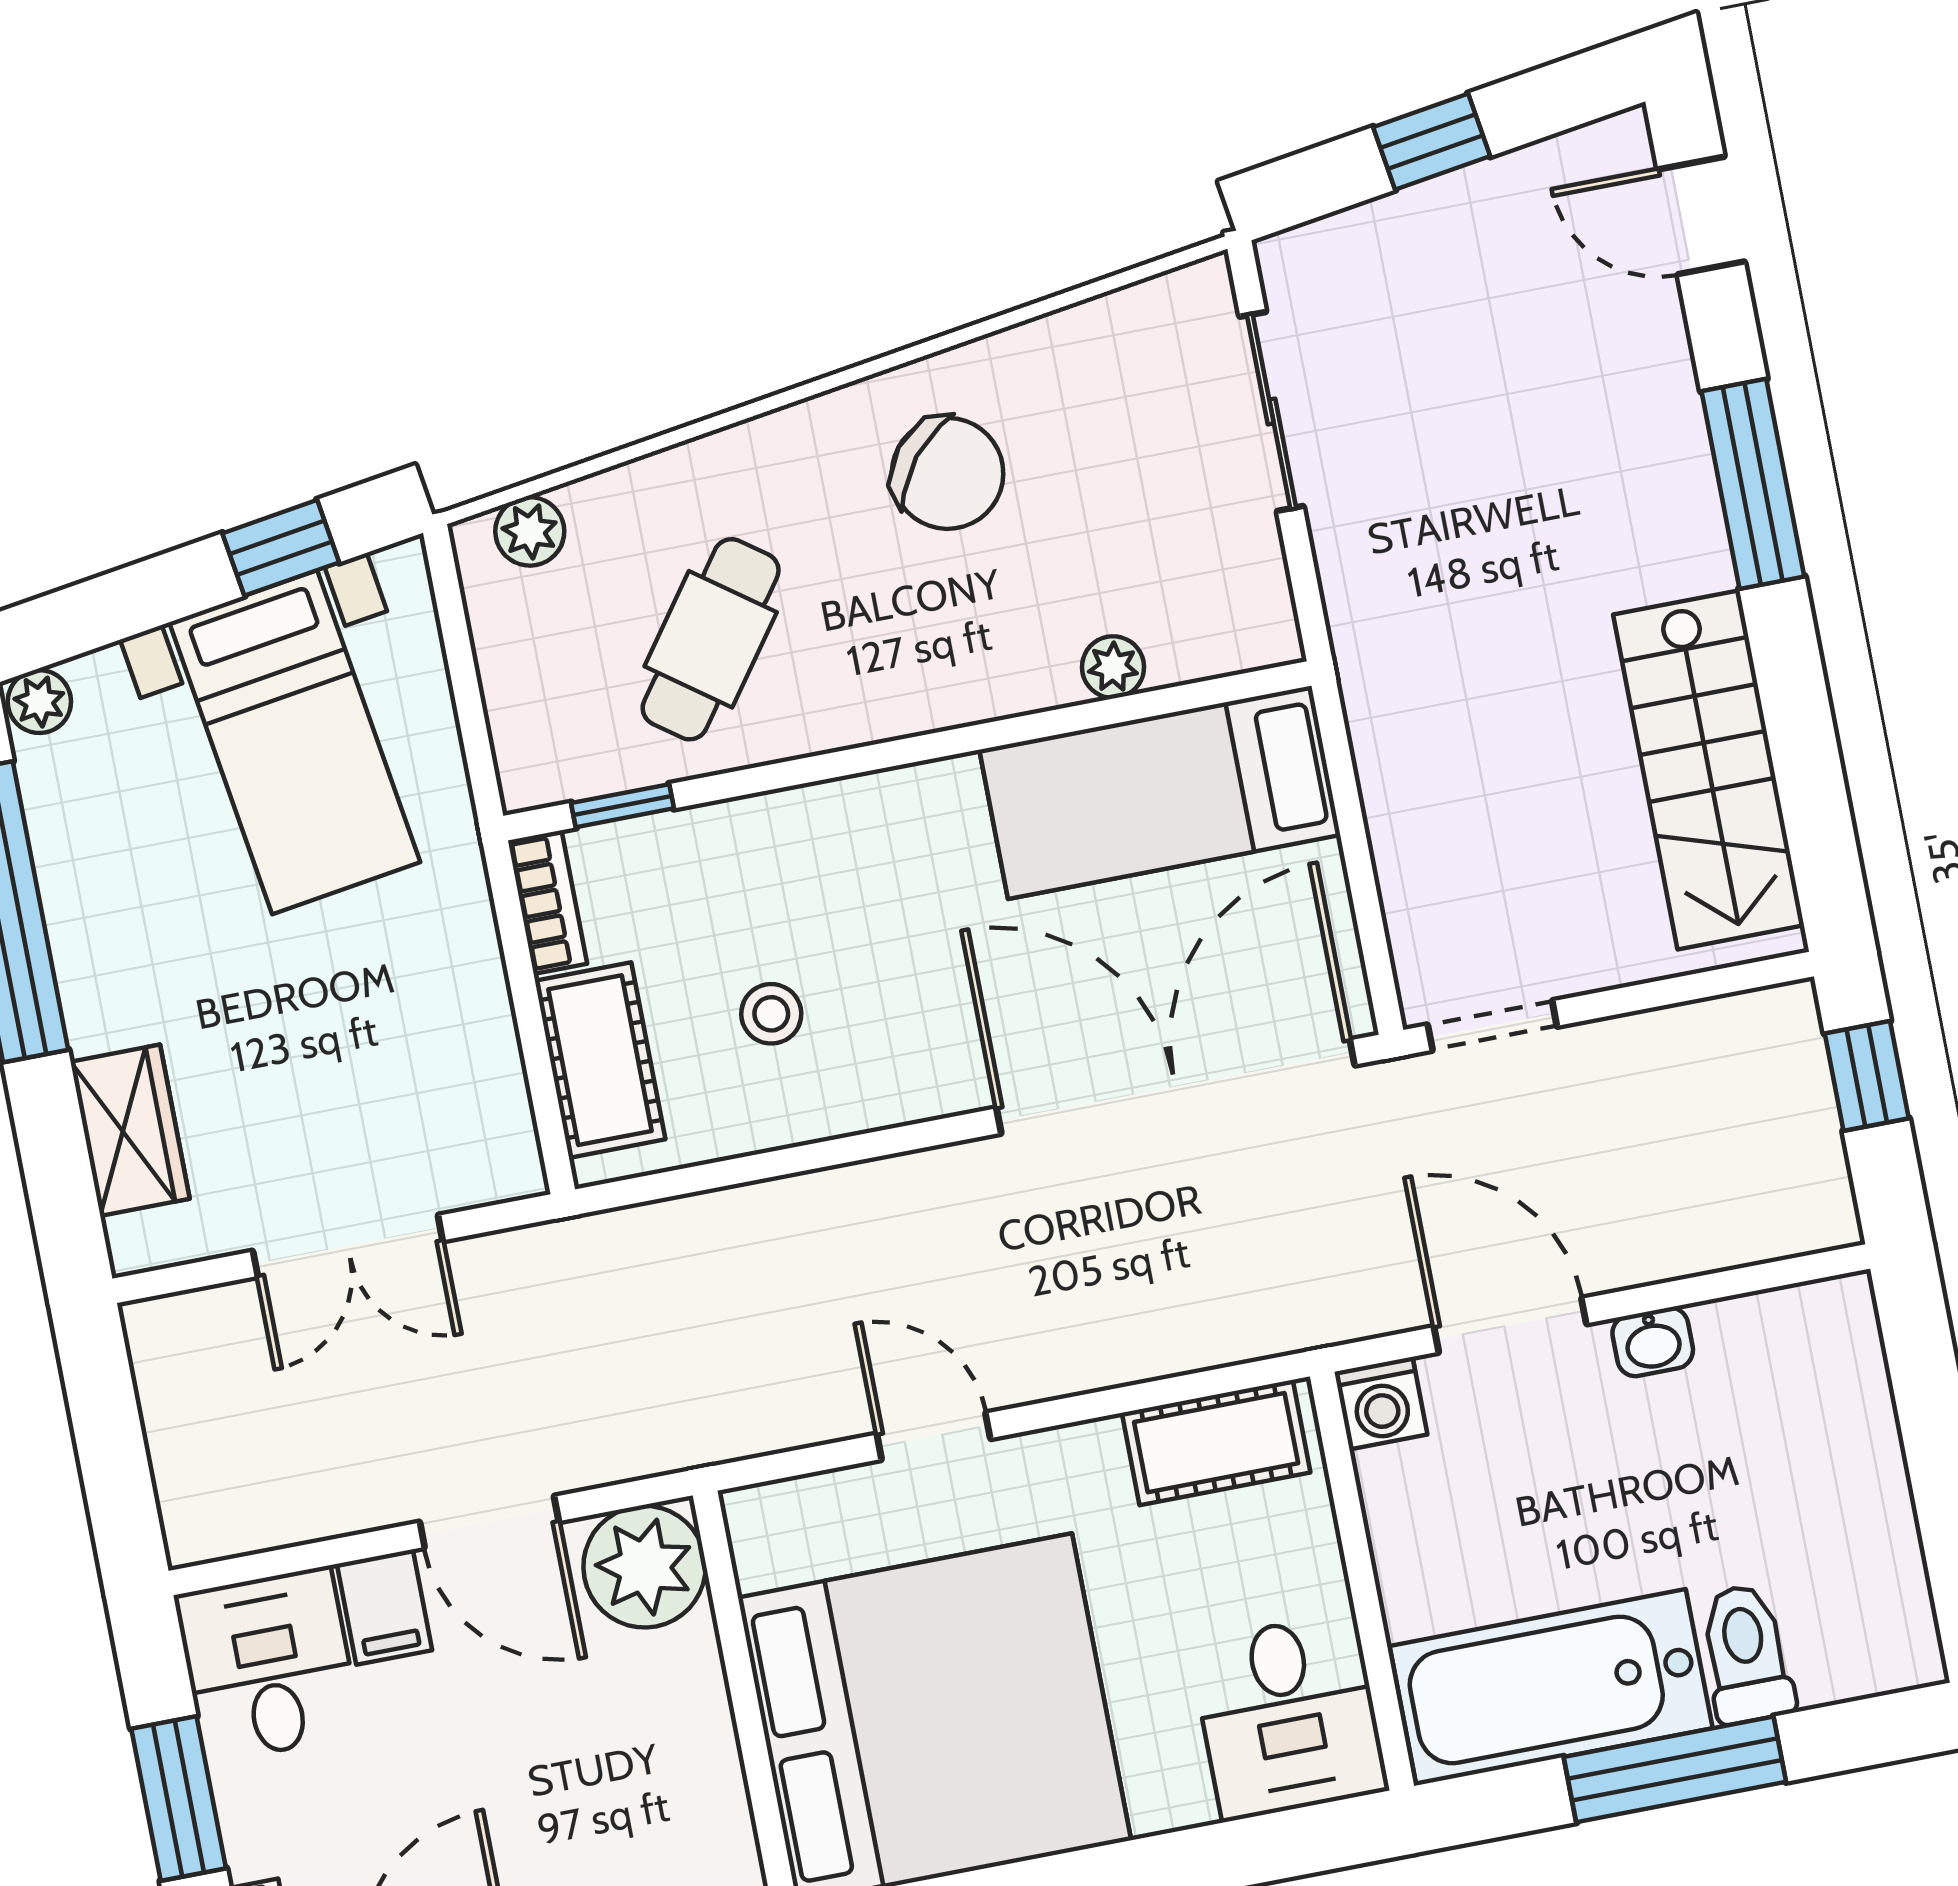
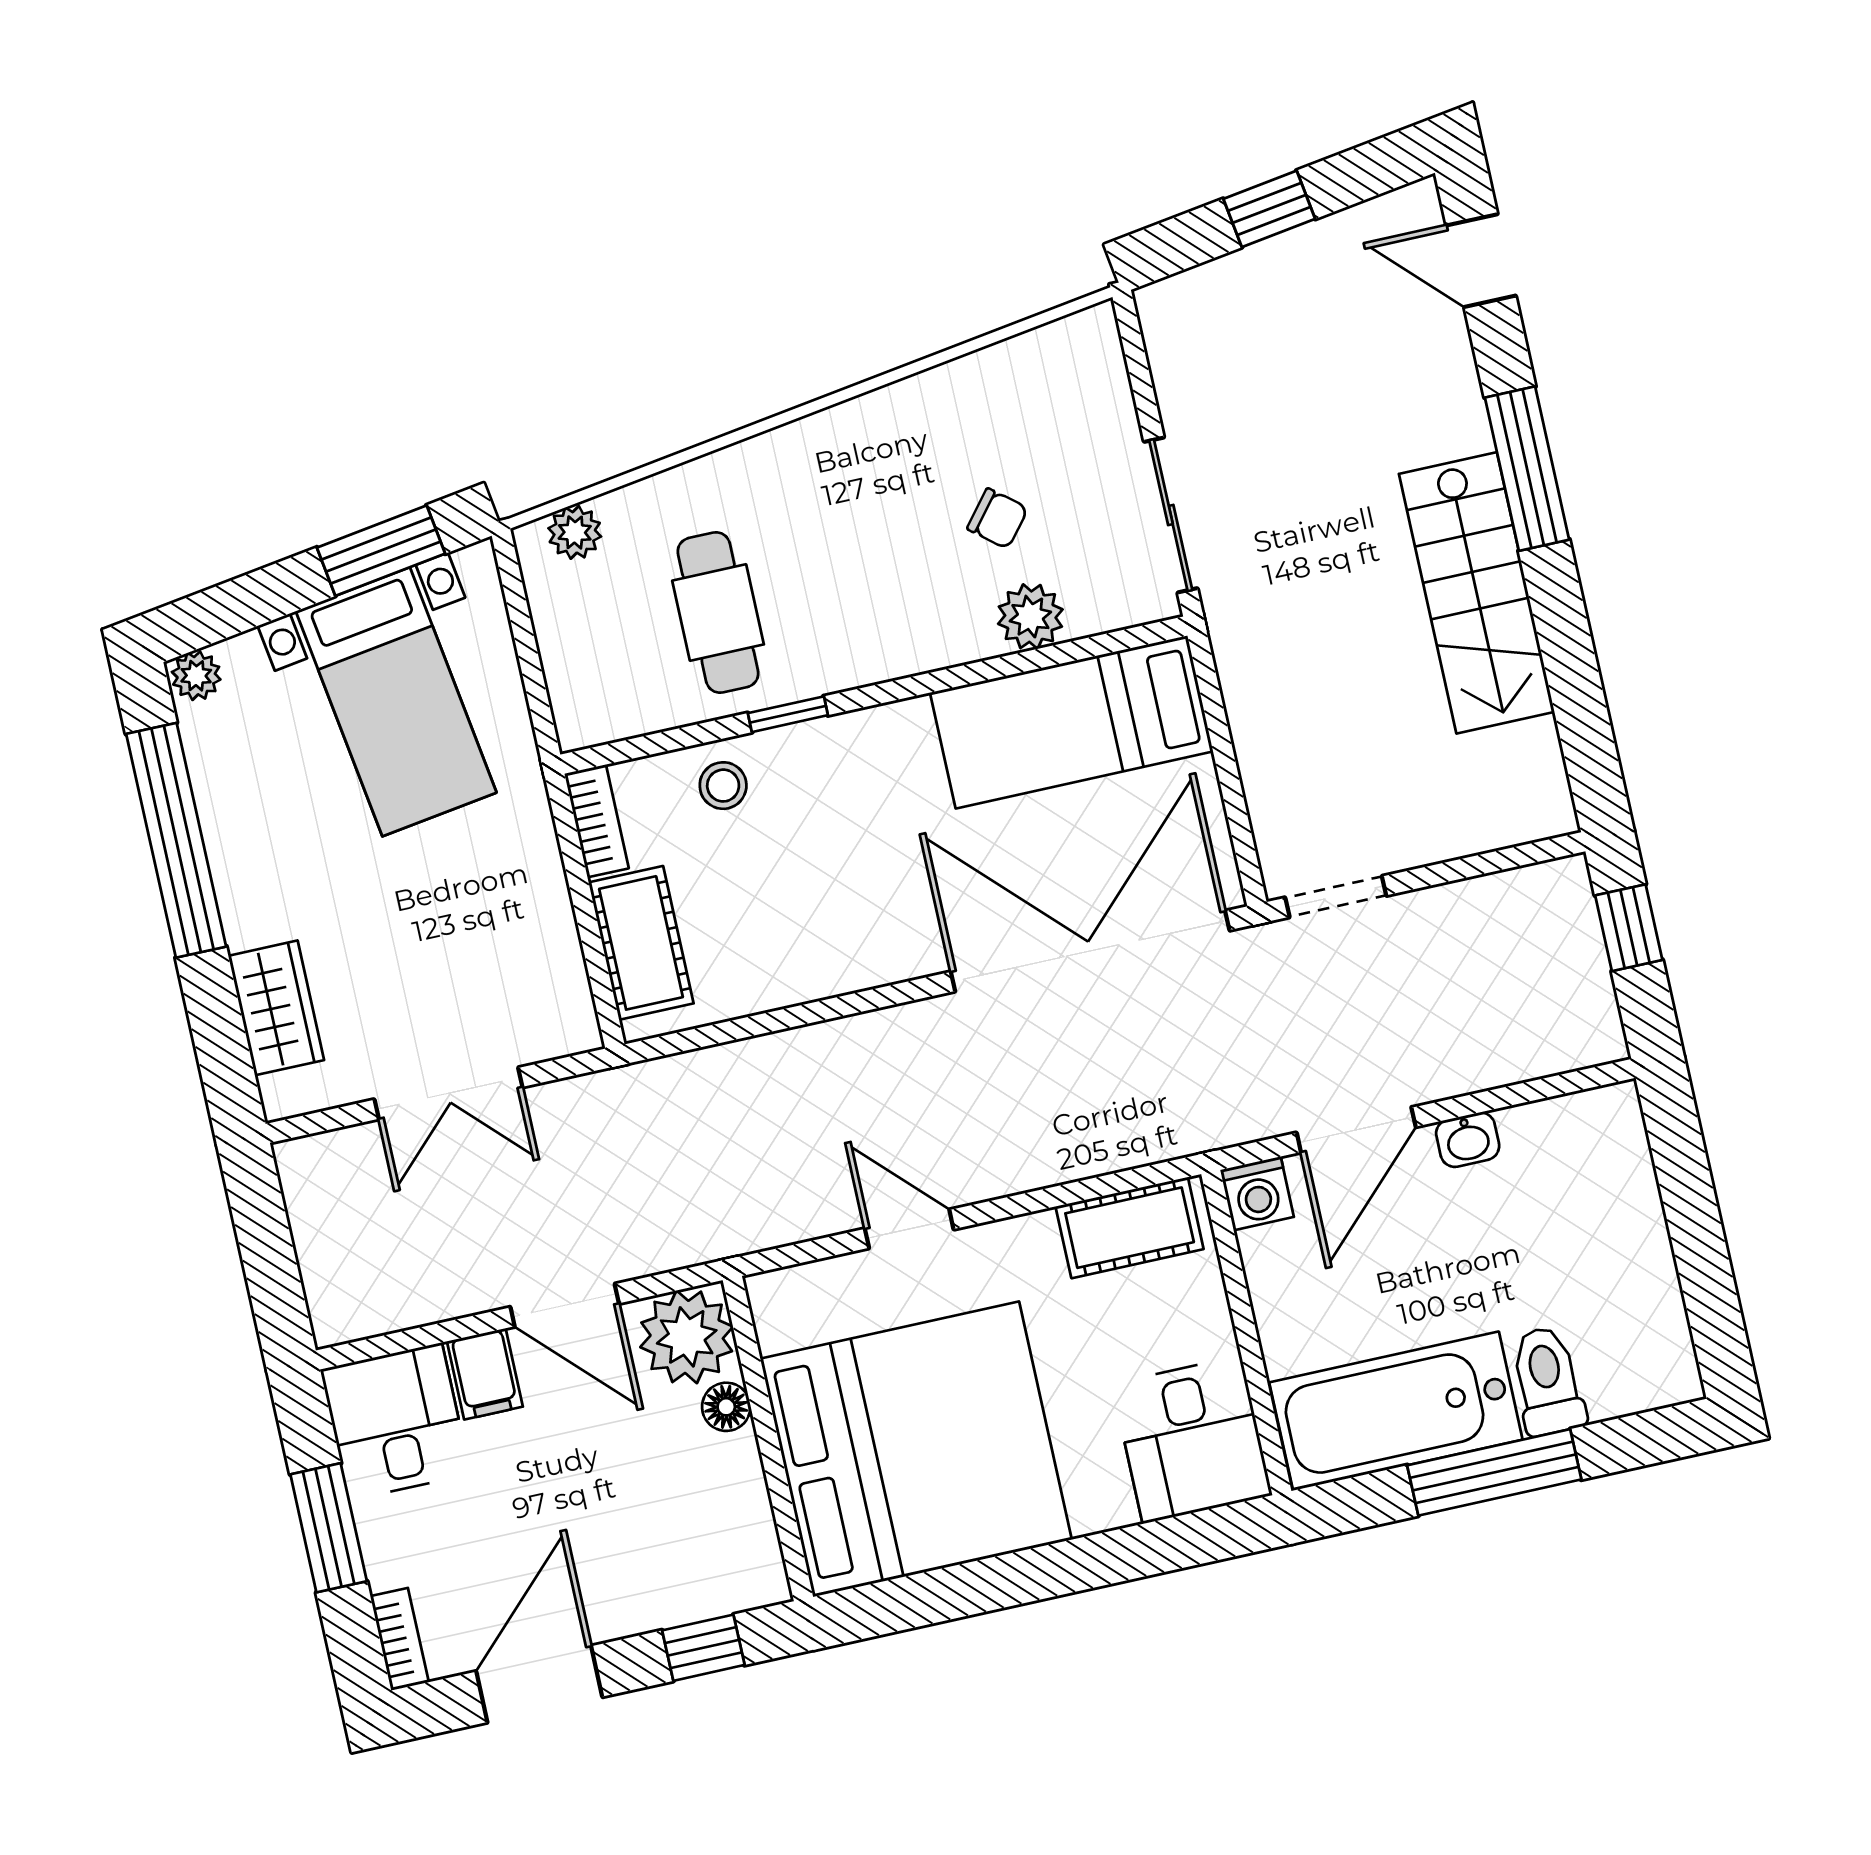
sliding door: (1272, 411) -> (1171, 515), moved
chair: (948, 473) -> (997, 518), moved, width x0.54, depth x0.54
window: (281, 548) -> (381, 551), width x1.50
cafe table: (711, 639) -> (718, 613), turned -36
plant: (1113, 667) -> (1030, 617), width x1.38, depth x1.38
stairs: (1709, 770) -> (1477, 593), moved
window: (623, 806) -> (788, 714), moved
stool: (771, 1014) -> (723, 786), moved
door: (1510, 1325) -> (1356, 1130), swing flipped
floor lamp: (693, 1658) -> (726, 1407), added

